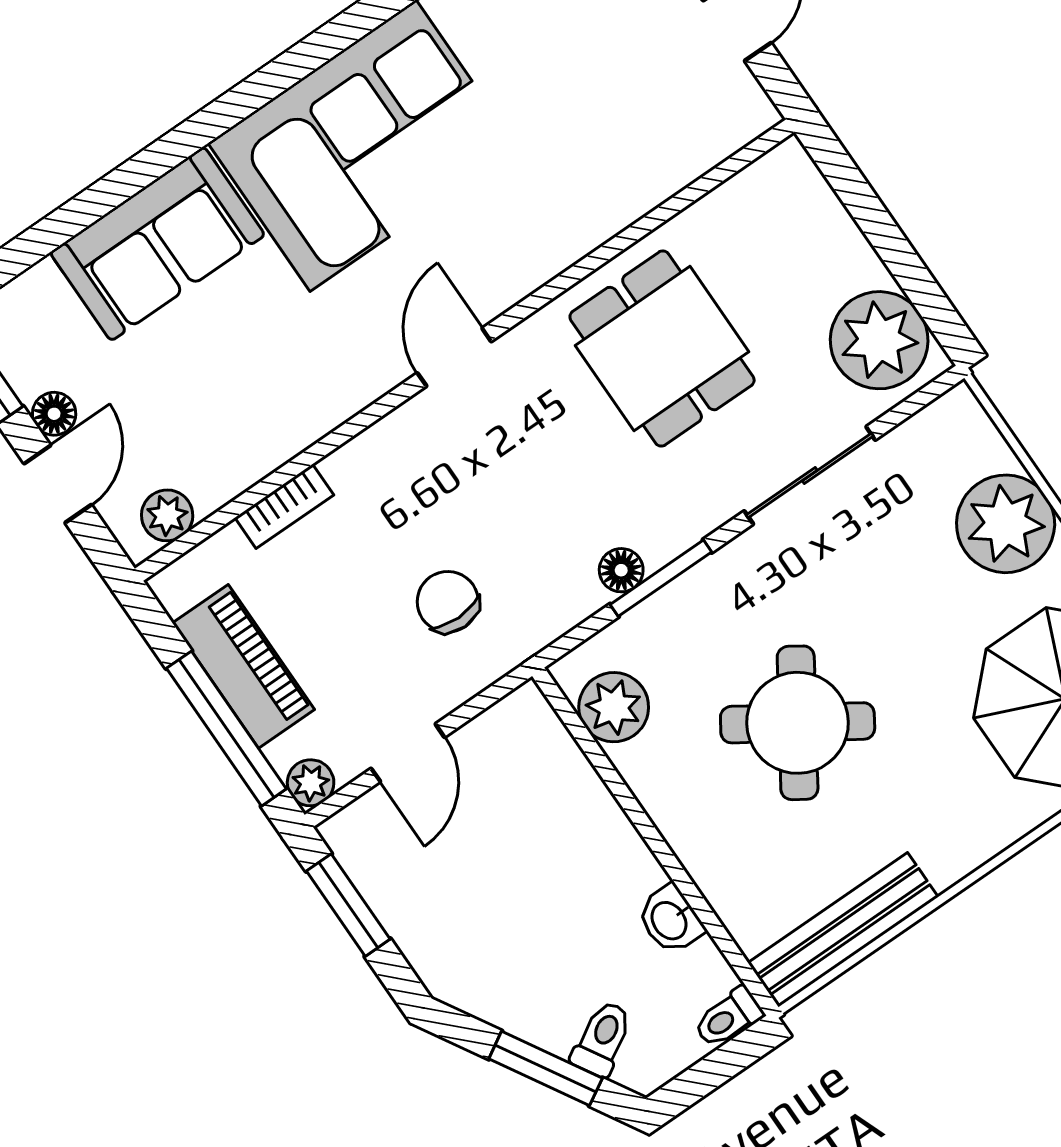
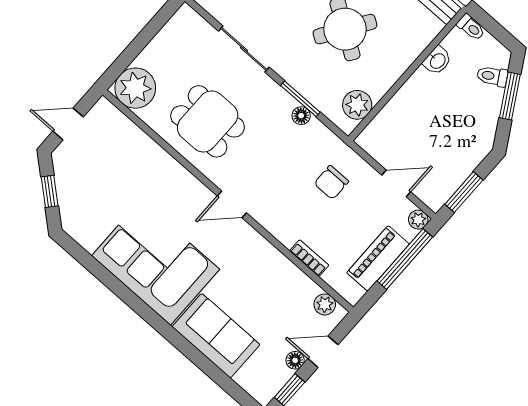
plant: (879, 340) -> (135, 88), moved
dining table: (662, 349) -> (208, 121), turned 90

